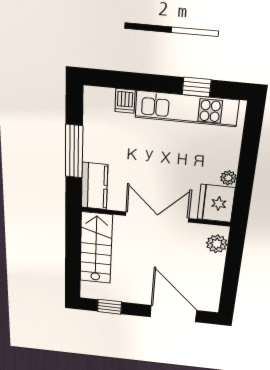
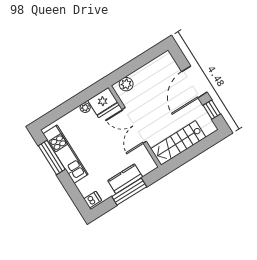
window: (197, 87) -> (52, 157), width x2.17
dishwasher: (125, 101) -> (93, 200), moved
kitchen counter: (94, 186) -> (125, 179), moved
door: (173, 314) -> (194, 82), moved

